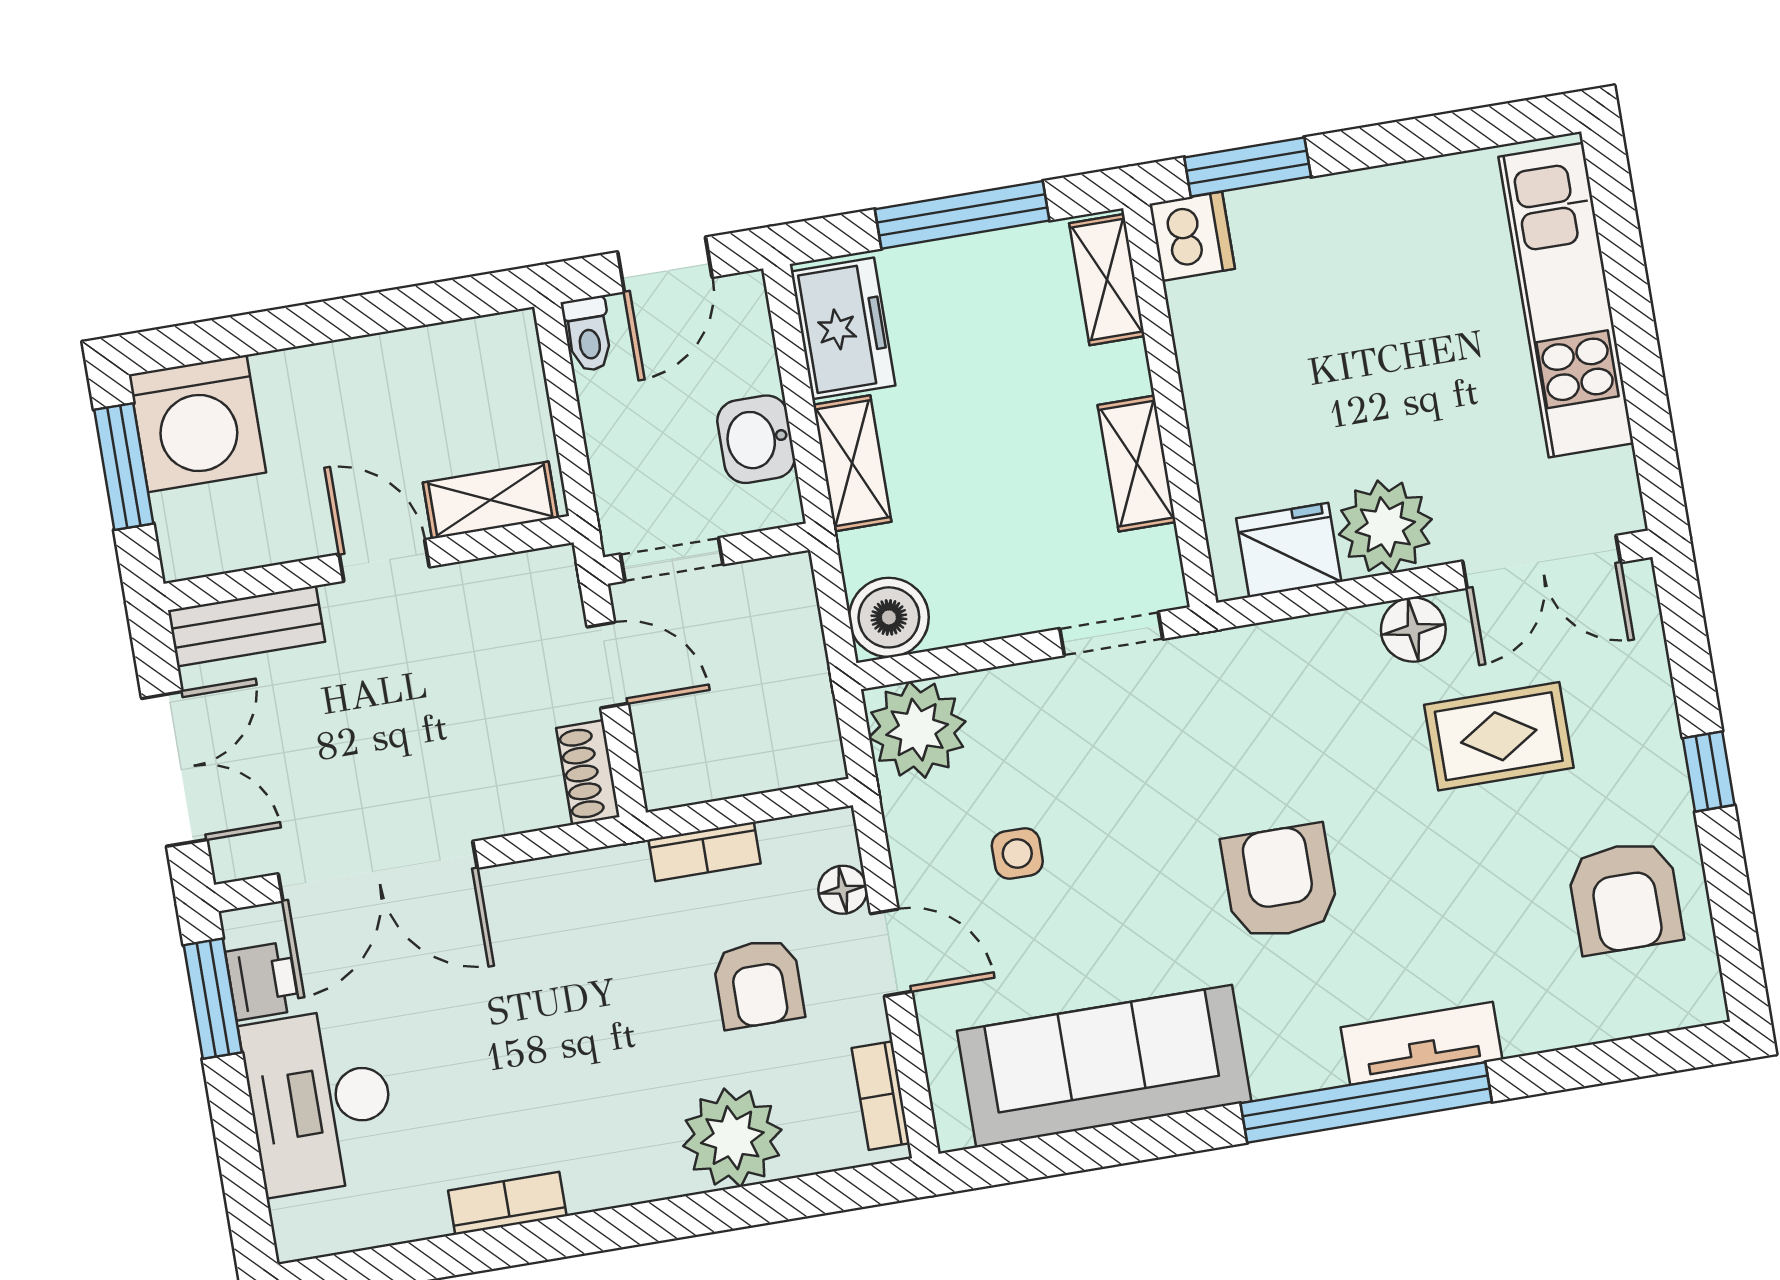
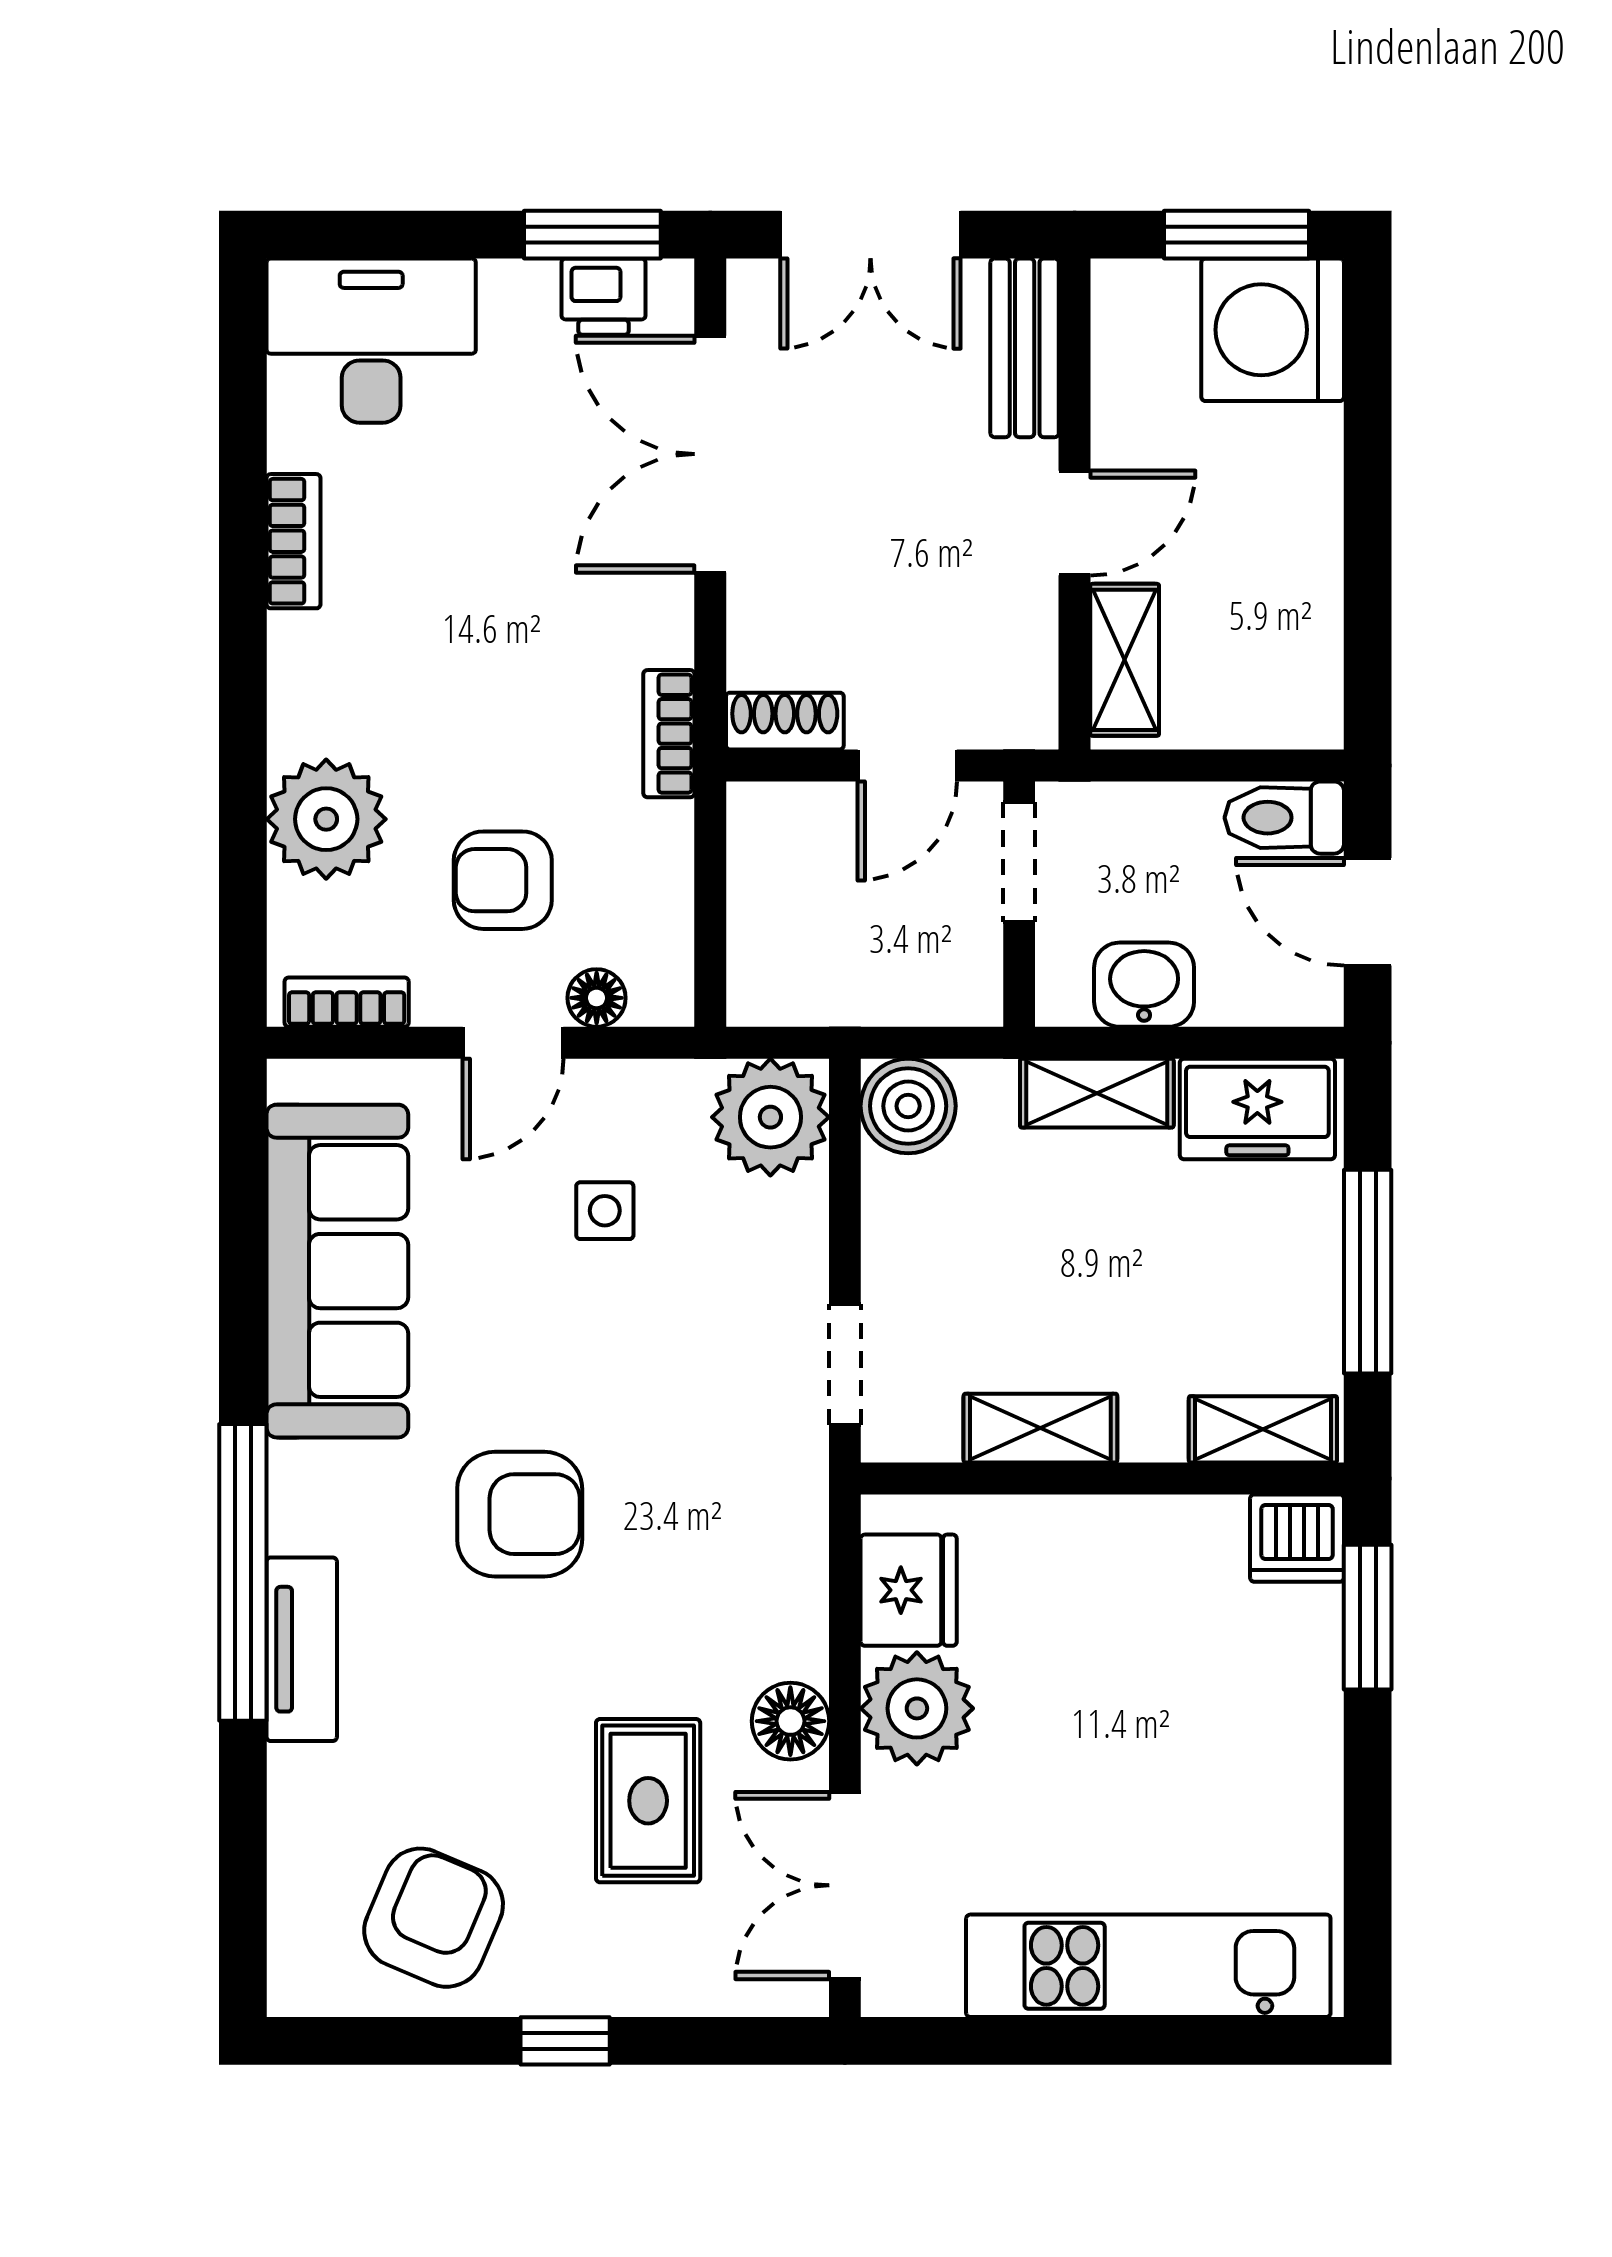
toilet: (588, 334) -> (1284, 818), width x1.37, depth x1.39
bookcase: (704, 851) -> (669, 734), moved
armchair: (1625, 897) -> (434, 1918), turned 113
desk: (320, 1101) -> (371, 341), moved

